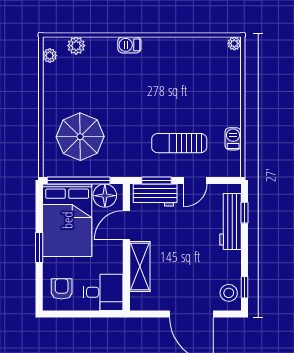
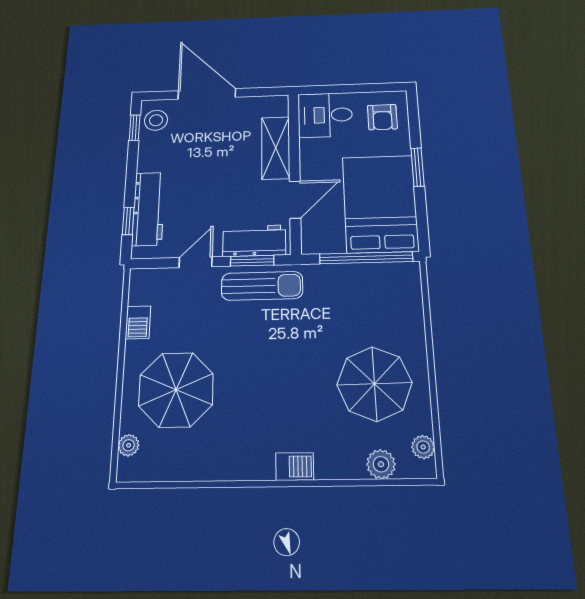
plant: (234, 43) -> (129, 445), moved
parasol: (205, 93) -> (176, 390), added
parasol: (80, 137) -> (374, 384), moved
sun lounger: (179, 143) -> (262, 286), moved
floor lamp: (105, 196) -> (327, 238), removed

